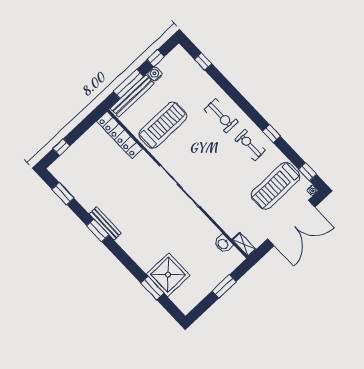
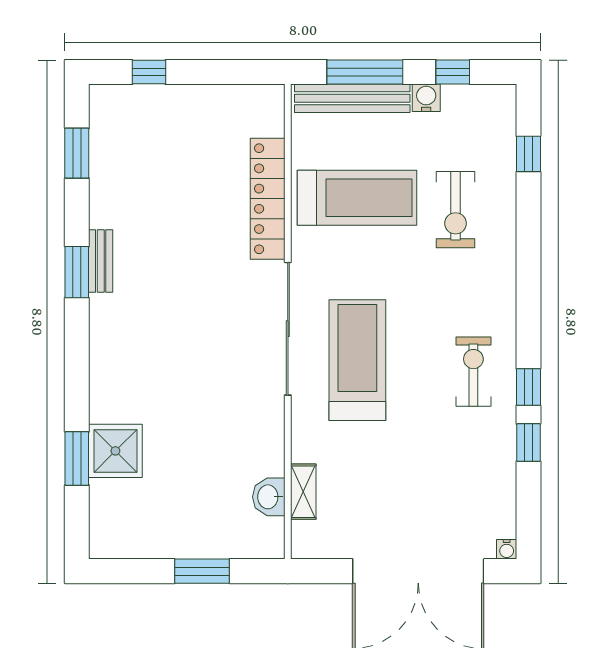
exercise bike: (221, 116) -> (455, 210), moved
locker: (120, 135) -> (268, 199), moved
window: (307, 172) -> (528, 443), moved
treadmill: (275, 186) -> (357, 360), moved, turned 90
bench: (105, 223) -> (101, 261), width x0.73
shelving: (244, 244) -> (303, 492), moved
shower: (168, 275) -> (115, 451), width x0.73, depth x0.73

